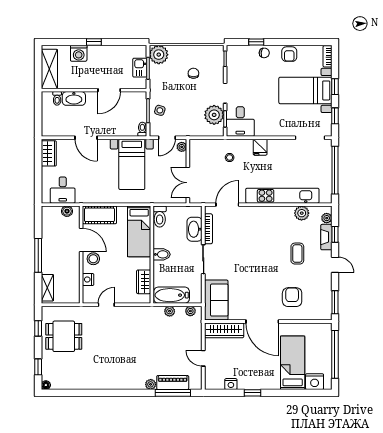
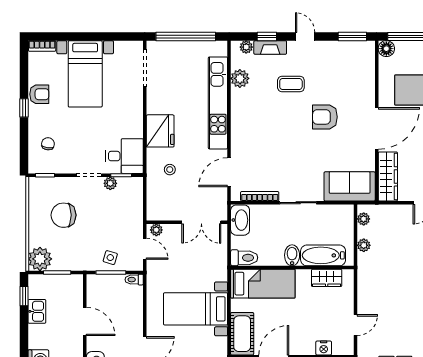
window: (94, 42) -> (24, 296), moved
window: (256, 42) -> (24, 108), moved
chair: (264, 53) -> (48, 144), moved
kitchen sink: (140, 68) -> (37, 311), moved, turned -90
chair: (193, 73) -> (63, 215), width x1.87, depth x1.87
window: (335, 87) -> (80, 37), removed
plant: (214, 115) -> (110, 183), width x0.53, depth x0.53
window: (335, 116) -> (117, 37), removed
fridge: (260, 147) -> (160, 131), width x1.88, depth x1.34
bed with nightstands: (132, 164) -> (196, 309), moved, turned 180
door: (227, 205) -> (229, 172), hinge flipped
washbasin: (195, 229) -> (240, 220), moved, turned -90
stool: (93, 259) -> (298, 341), removed
door: (335, 265) -> (305, 37), hinge flipped
bathtub: (172, 295) -> (323, 255), moved, turned 90
armchair: (292, 297) -> (325, 117), moved
door: (106, 305) -> (356, 325), swing flipped
floor lamp: (325, 329) -> (386, 49), added

